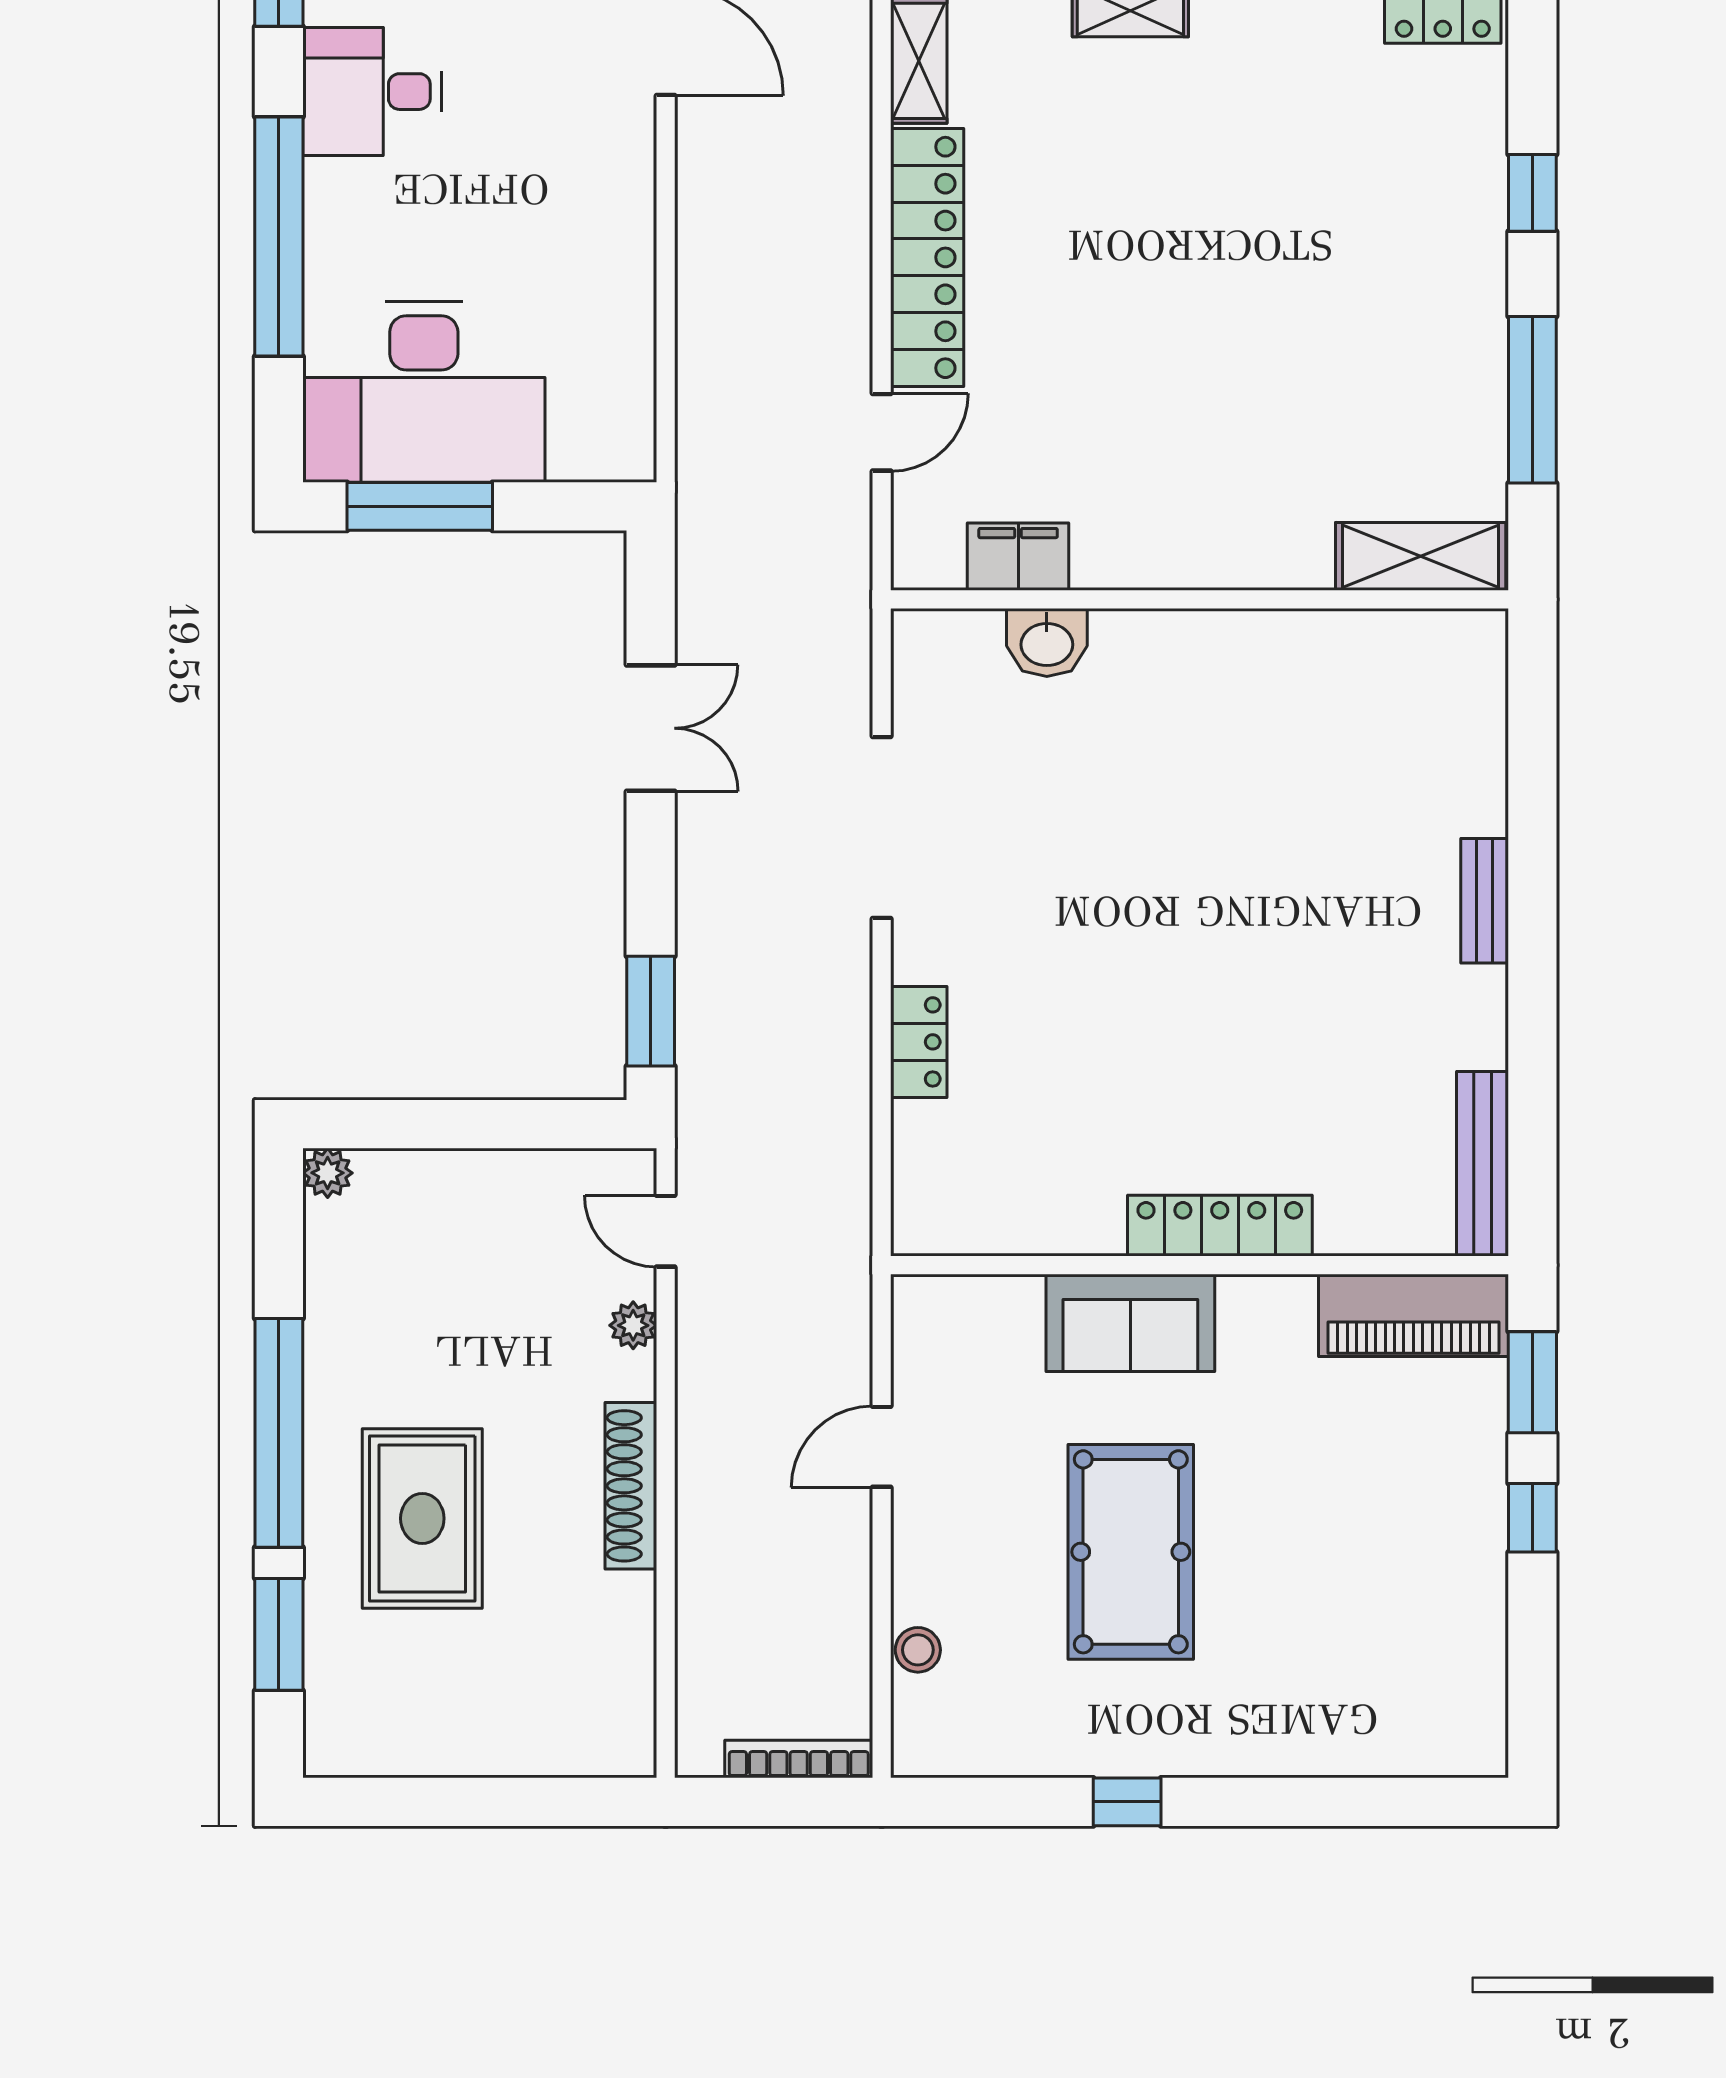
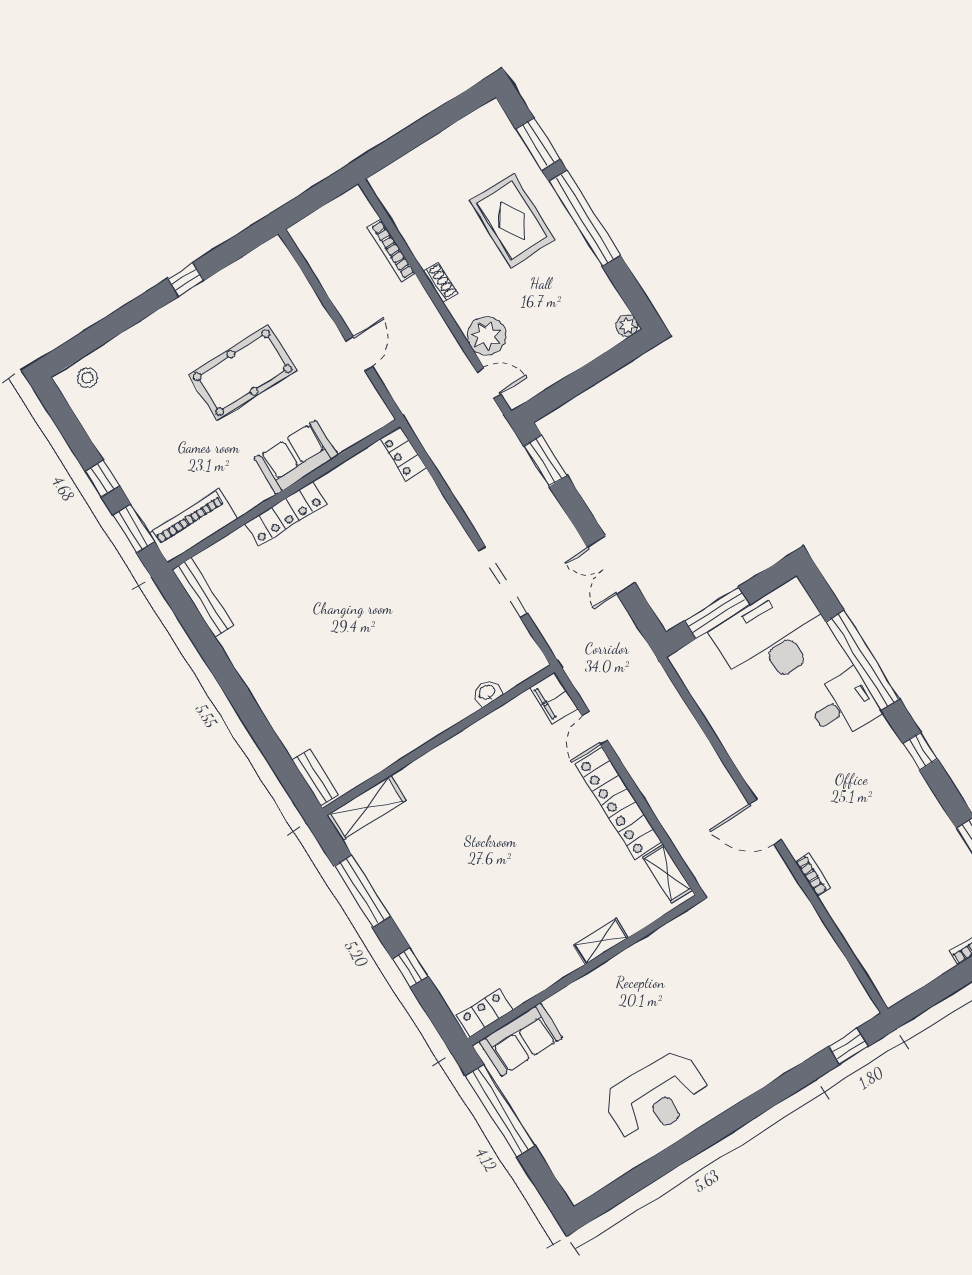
desk: (372, 92) -> (843, 705), moved
window: (420, 506) -> (717, 613), moved
filing cabinet: (1018, 557) -> (554, 698), moved, turned 90
washbasin: (1047, 642) -> (487, 693), width x0.72, depth x0.69
bench: (1485, 901) -> (315, 777), moved
locker: (919, 1042) -> (403, 454), moved
plant: (633, 1325) -> (487, 336), width x1.87, depth x1.87
shoe rack: (631, 1486) -> (441, 282), width x0.51, depth x0.81
pool table: (1131, 1552) -> (243, 373), turned 90
stool: (918, 1650) -> (87, 378), moved
bookcase: (799, 1759) -> (391, 251), moved, turned 90

